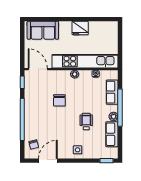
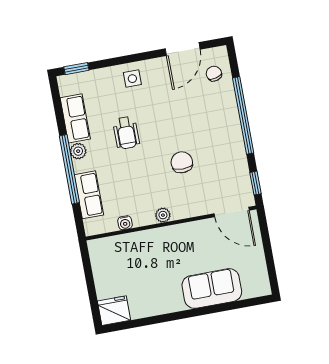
fridge: (80, 28) -> (114, 311), moved
sofa: (43, 30) -> (212, 289), moved
kitchen unit: (85, 61) -> (148, 242), removed

